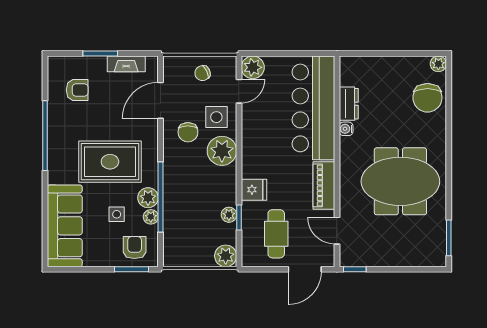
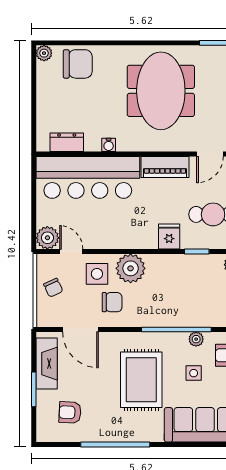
fireplace: (126, 64) -> (47, 364), width x1.37, depth x1.32
armchair: (77, 90) -> (70, 412), turned -87
dresser: (349, 104) -> (67, 142), moved
plant: (148, 198) -> (177, 342), removed
plant: (229, 215) -> (194, 261), removed

